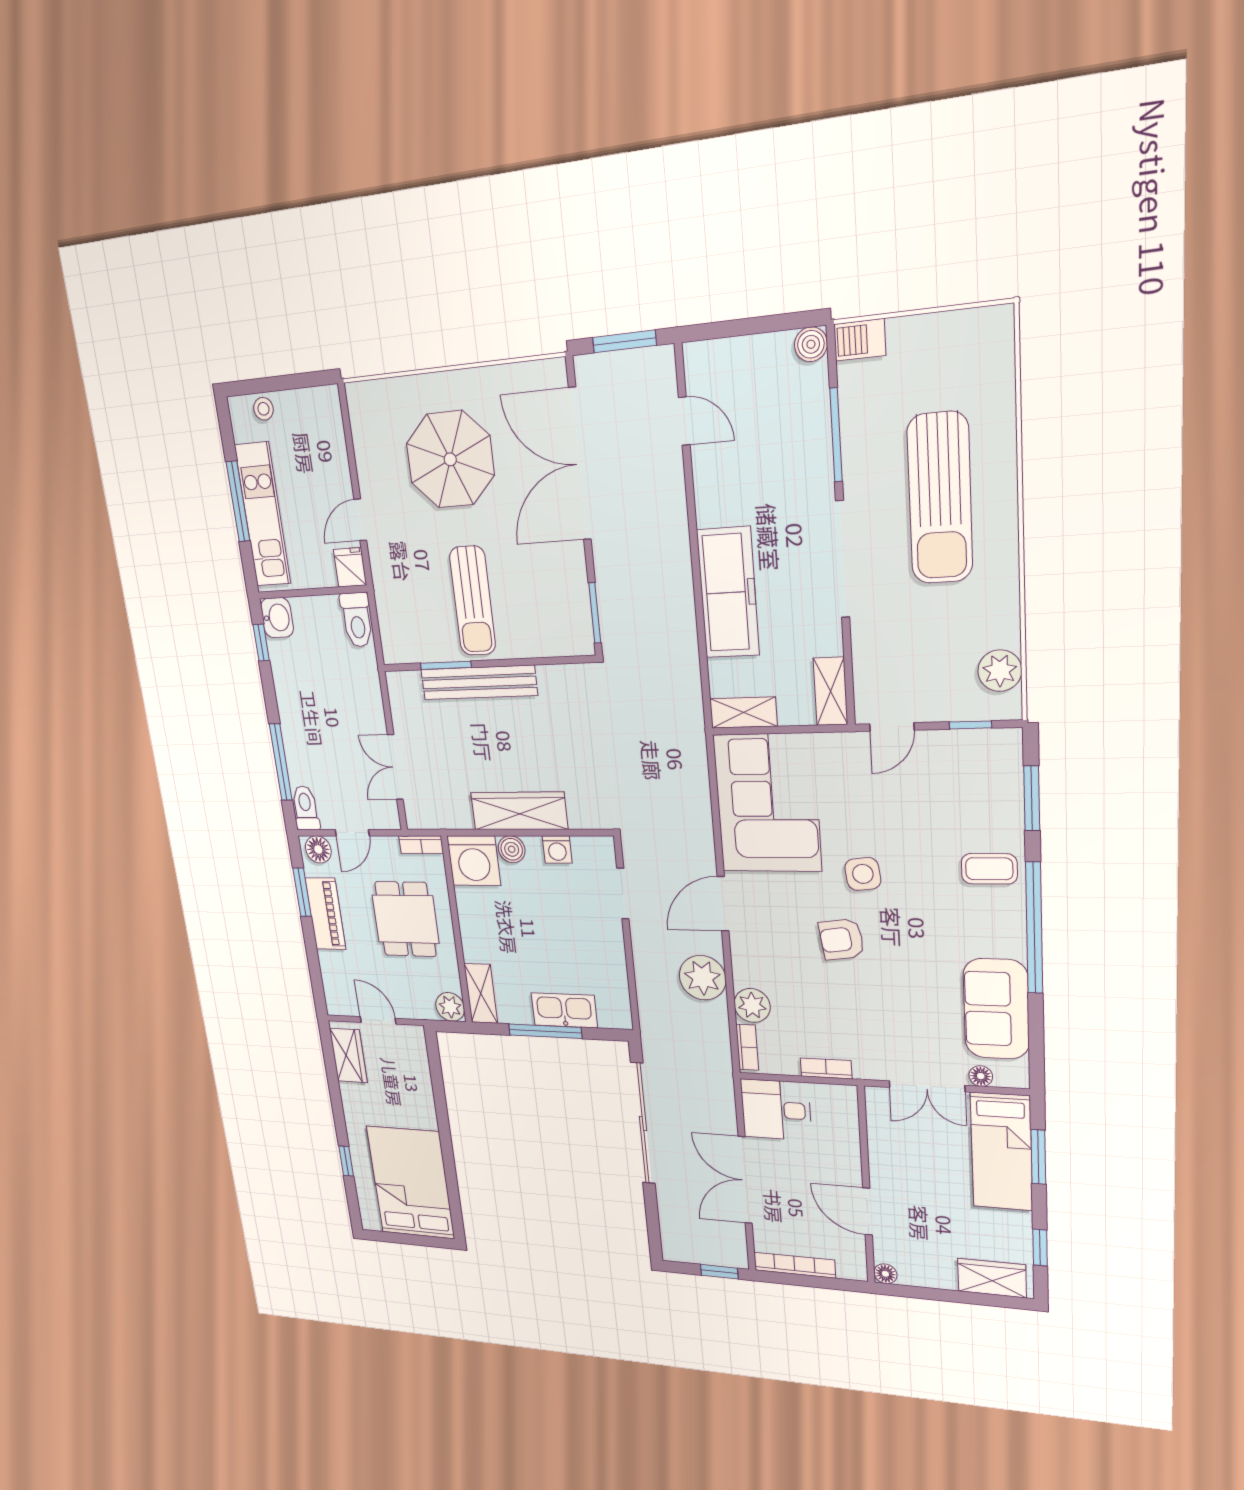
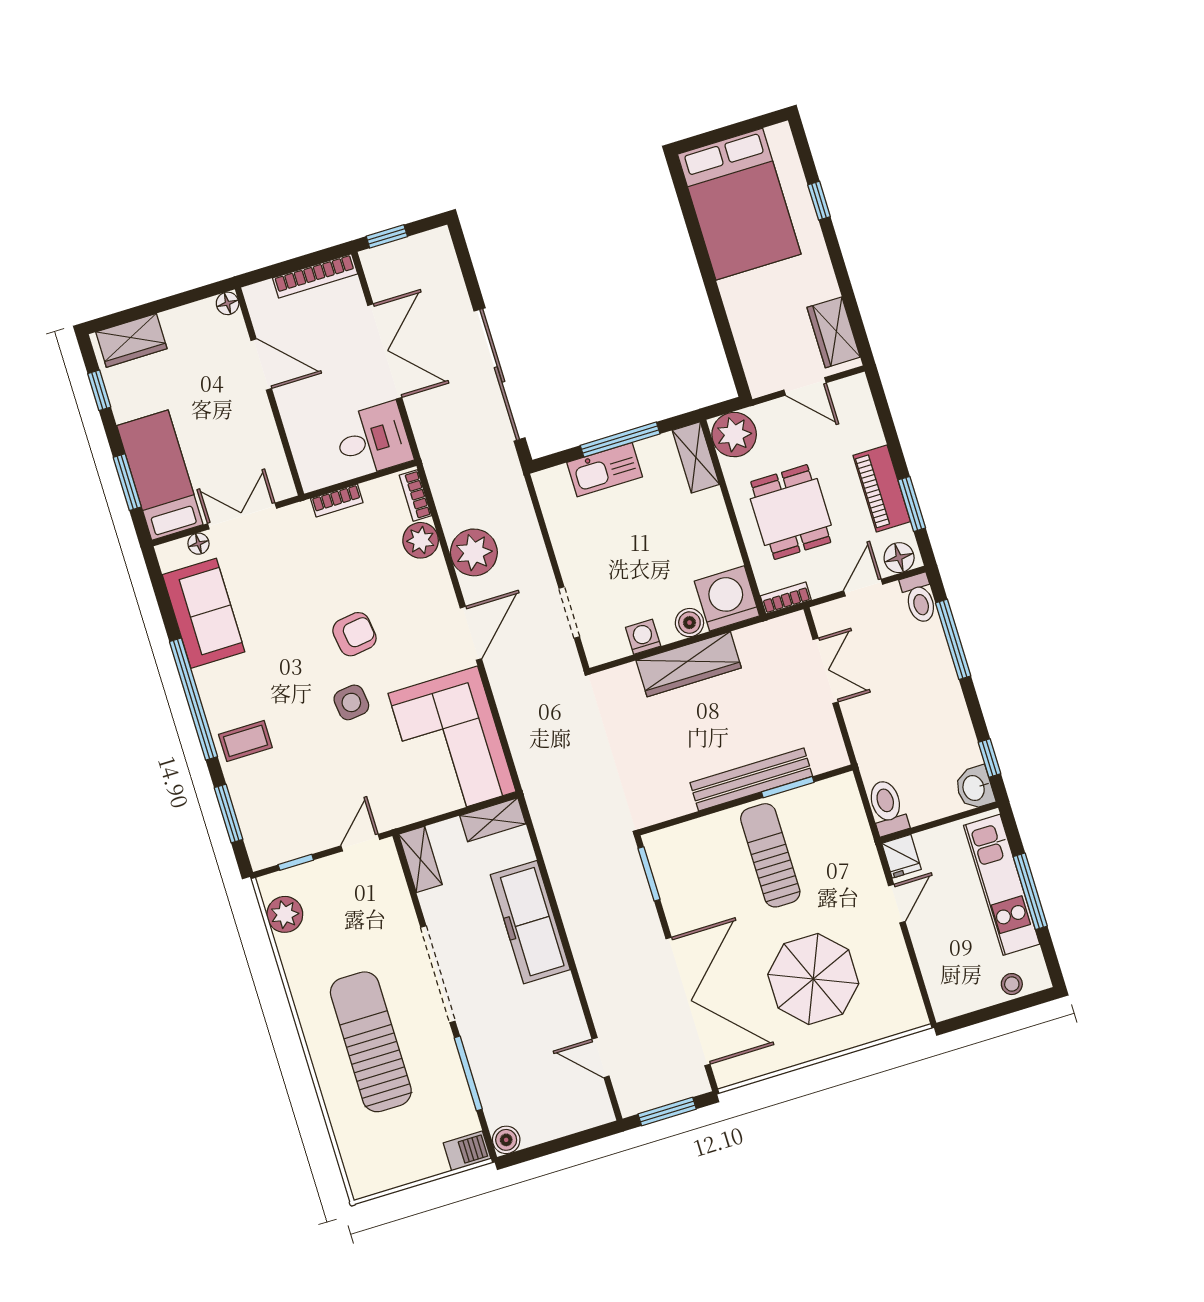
plant: (450, 1007) -> (734, 435), width x1.36, depth x1.36

